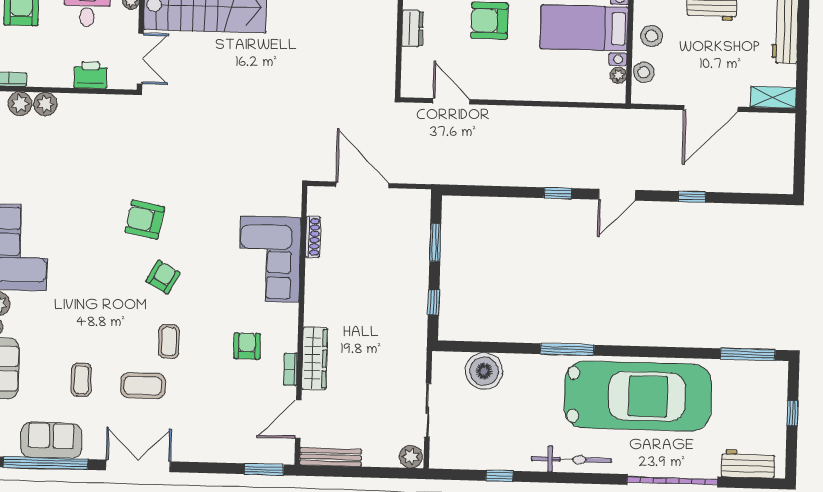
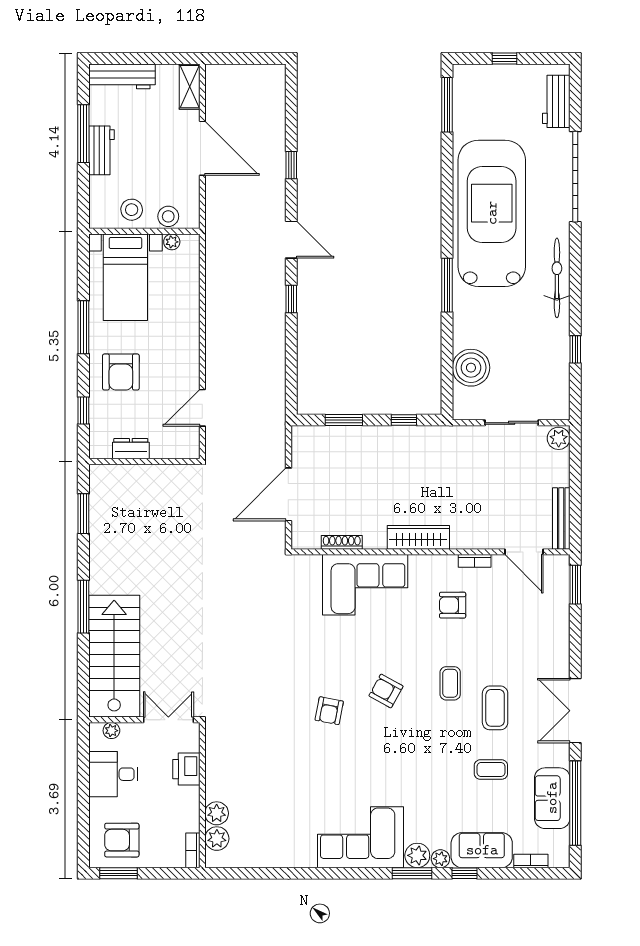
armchair: (145, 220) -> (329, 711), width x0.72, depth x0.72
coffee table: (169, 341) -> (450, 683), turned 90
wardrobe: (315, 358) -> (418, 537), moved

